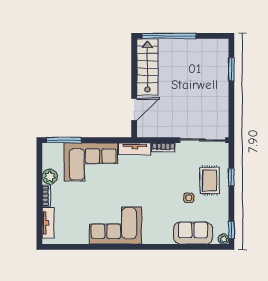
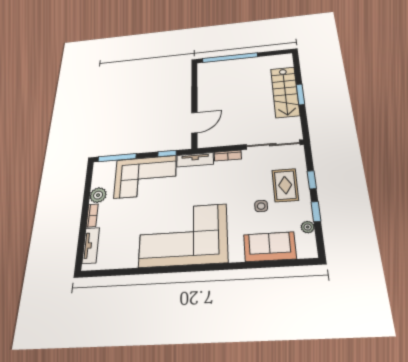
stairs: (147, 67) -> (285, 92), moved, turned 180
window: (231, 69) -> (300, 94), moved
window: (109, 140) -> (167, 153), added
corner sofa: (116, 226) -> (183, 235), width x1.36, depth x1.36
window: (231, 230) -> (316, 211), moved
plant: (223, 239) -> (308, 227), moved

